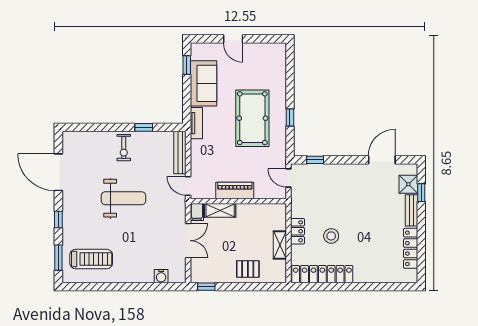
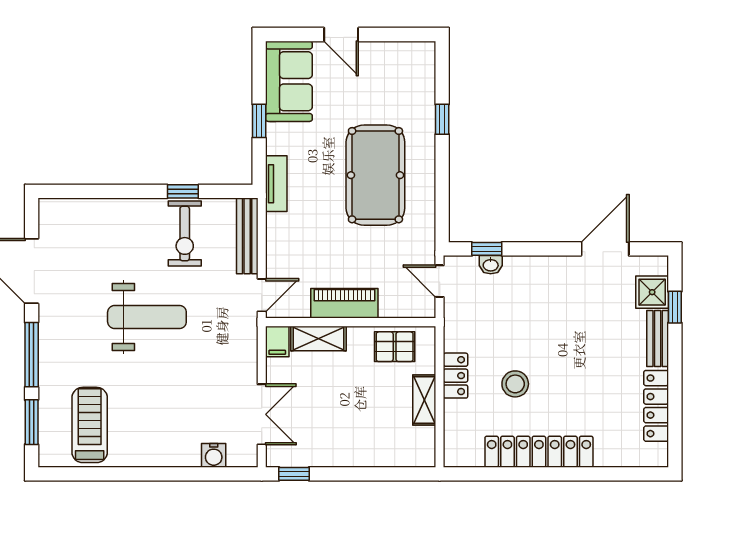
window: (187, 65) -> (259, 121), moved
sofa: (204, 83) -> (289, 81), moved
window: (290, 117) -> (442, 119), moved
exercise bike: (124, 148) -> (185, 234), moved, width x1.38, depth x1.39
washbasin: (317, 169) -> (491, 265), added
door: (188, 186) -> (262, 295), swing flipped
window: (58, 219) -> (32, 355), width x2.17
double door: (188, 241) -> (262, 414), moved
treadmill: (91, 259) -> (90, 425), turned -90
pallet: (248, 269) -> (395, 347), moved
locker: (322, 274) -> (539, 452), moved

